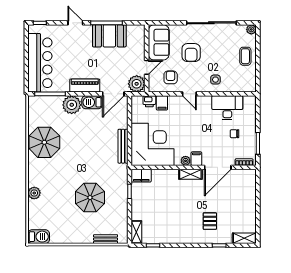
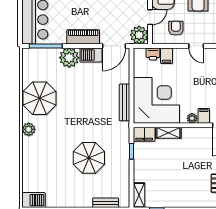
shelving: (190, 174) -> (168, 133), moved
plant: (34, 193) -> (29, 129), moved

